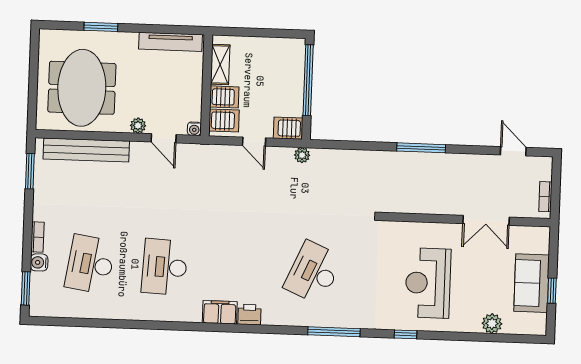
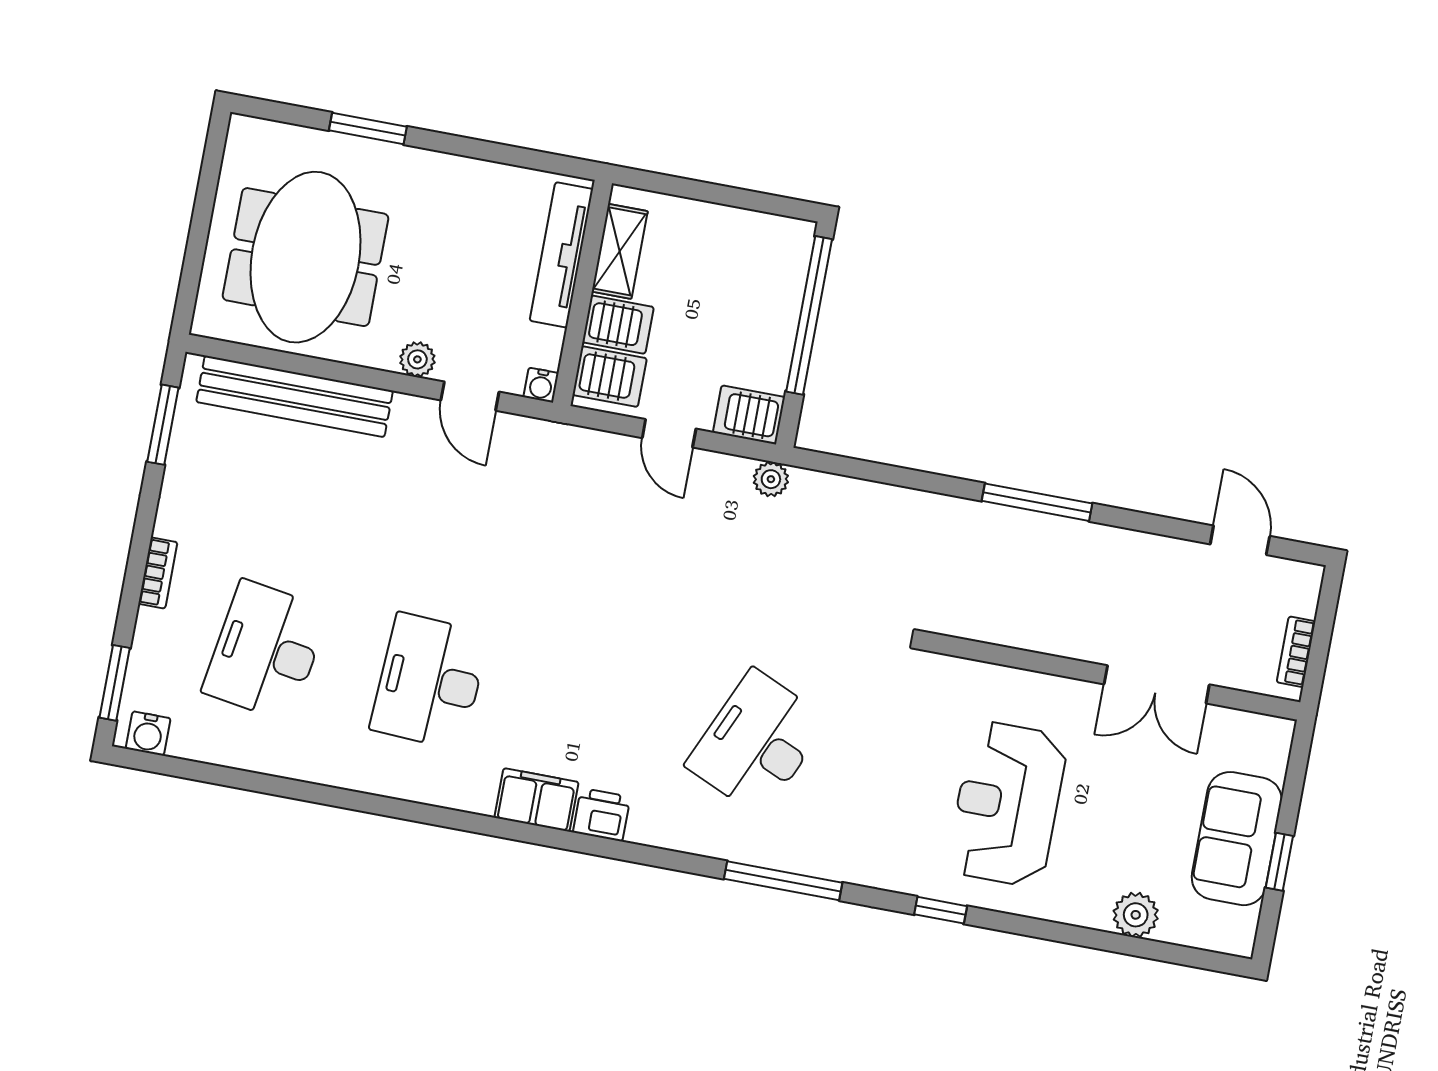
tv unit: (170, 42) -> (561, 255), moved, turned 90
water cooler: (39, 262) -> (148, 733), moved, turned -90

